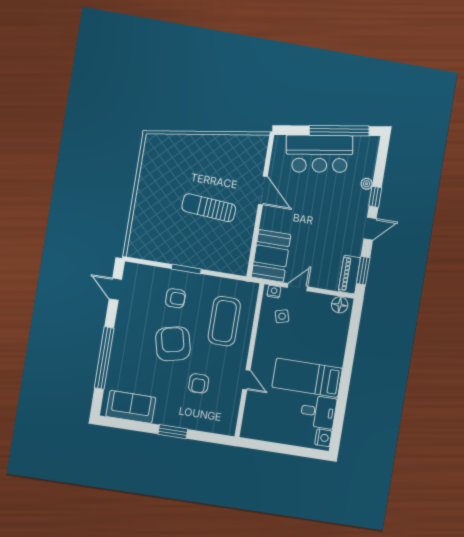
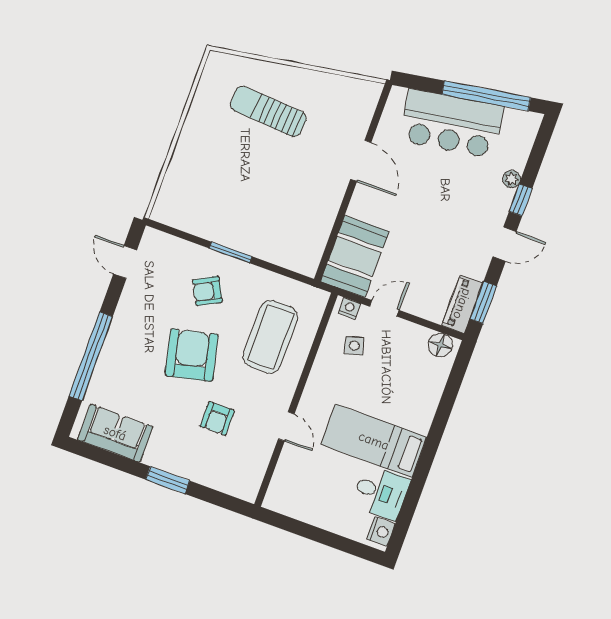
sun lounger: (209, 208) -> (268, 111), moved
armchair: (175, 298) -> (207, 291), turned 152

